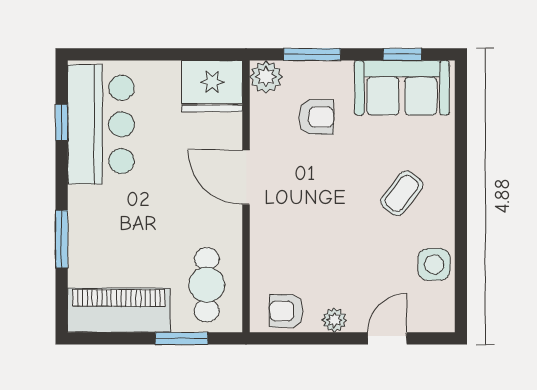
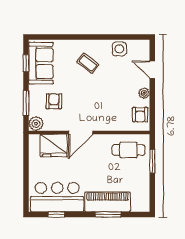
fridge: (212, 86) -> (54, 146), moved, turned 90
piano: (119, 310) -> (108, 202), moved, turned 90

